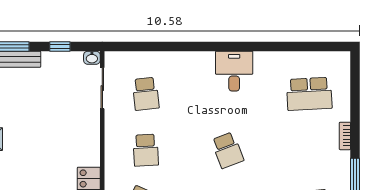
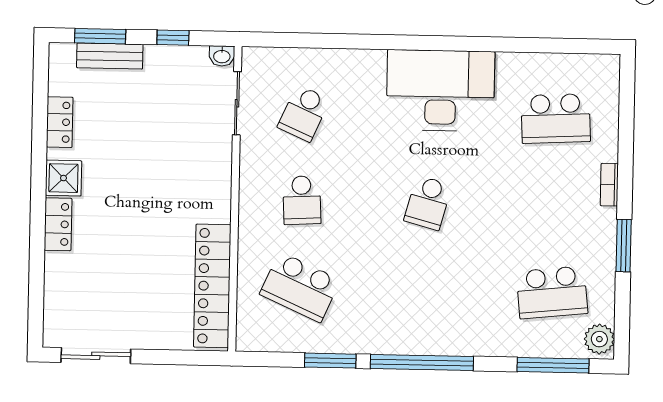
desk: (234, 71) -> (440, 90), width x1.87, depth x1.30
school desk: (146, 94) -> (304, 113), turned 30
school desk: (227, 150) -> (428, 203), turned 36

